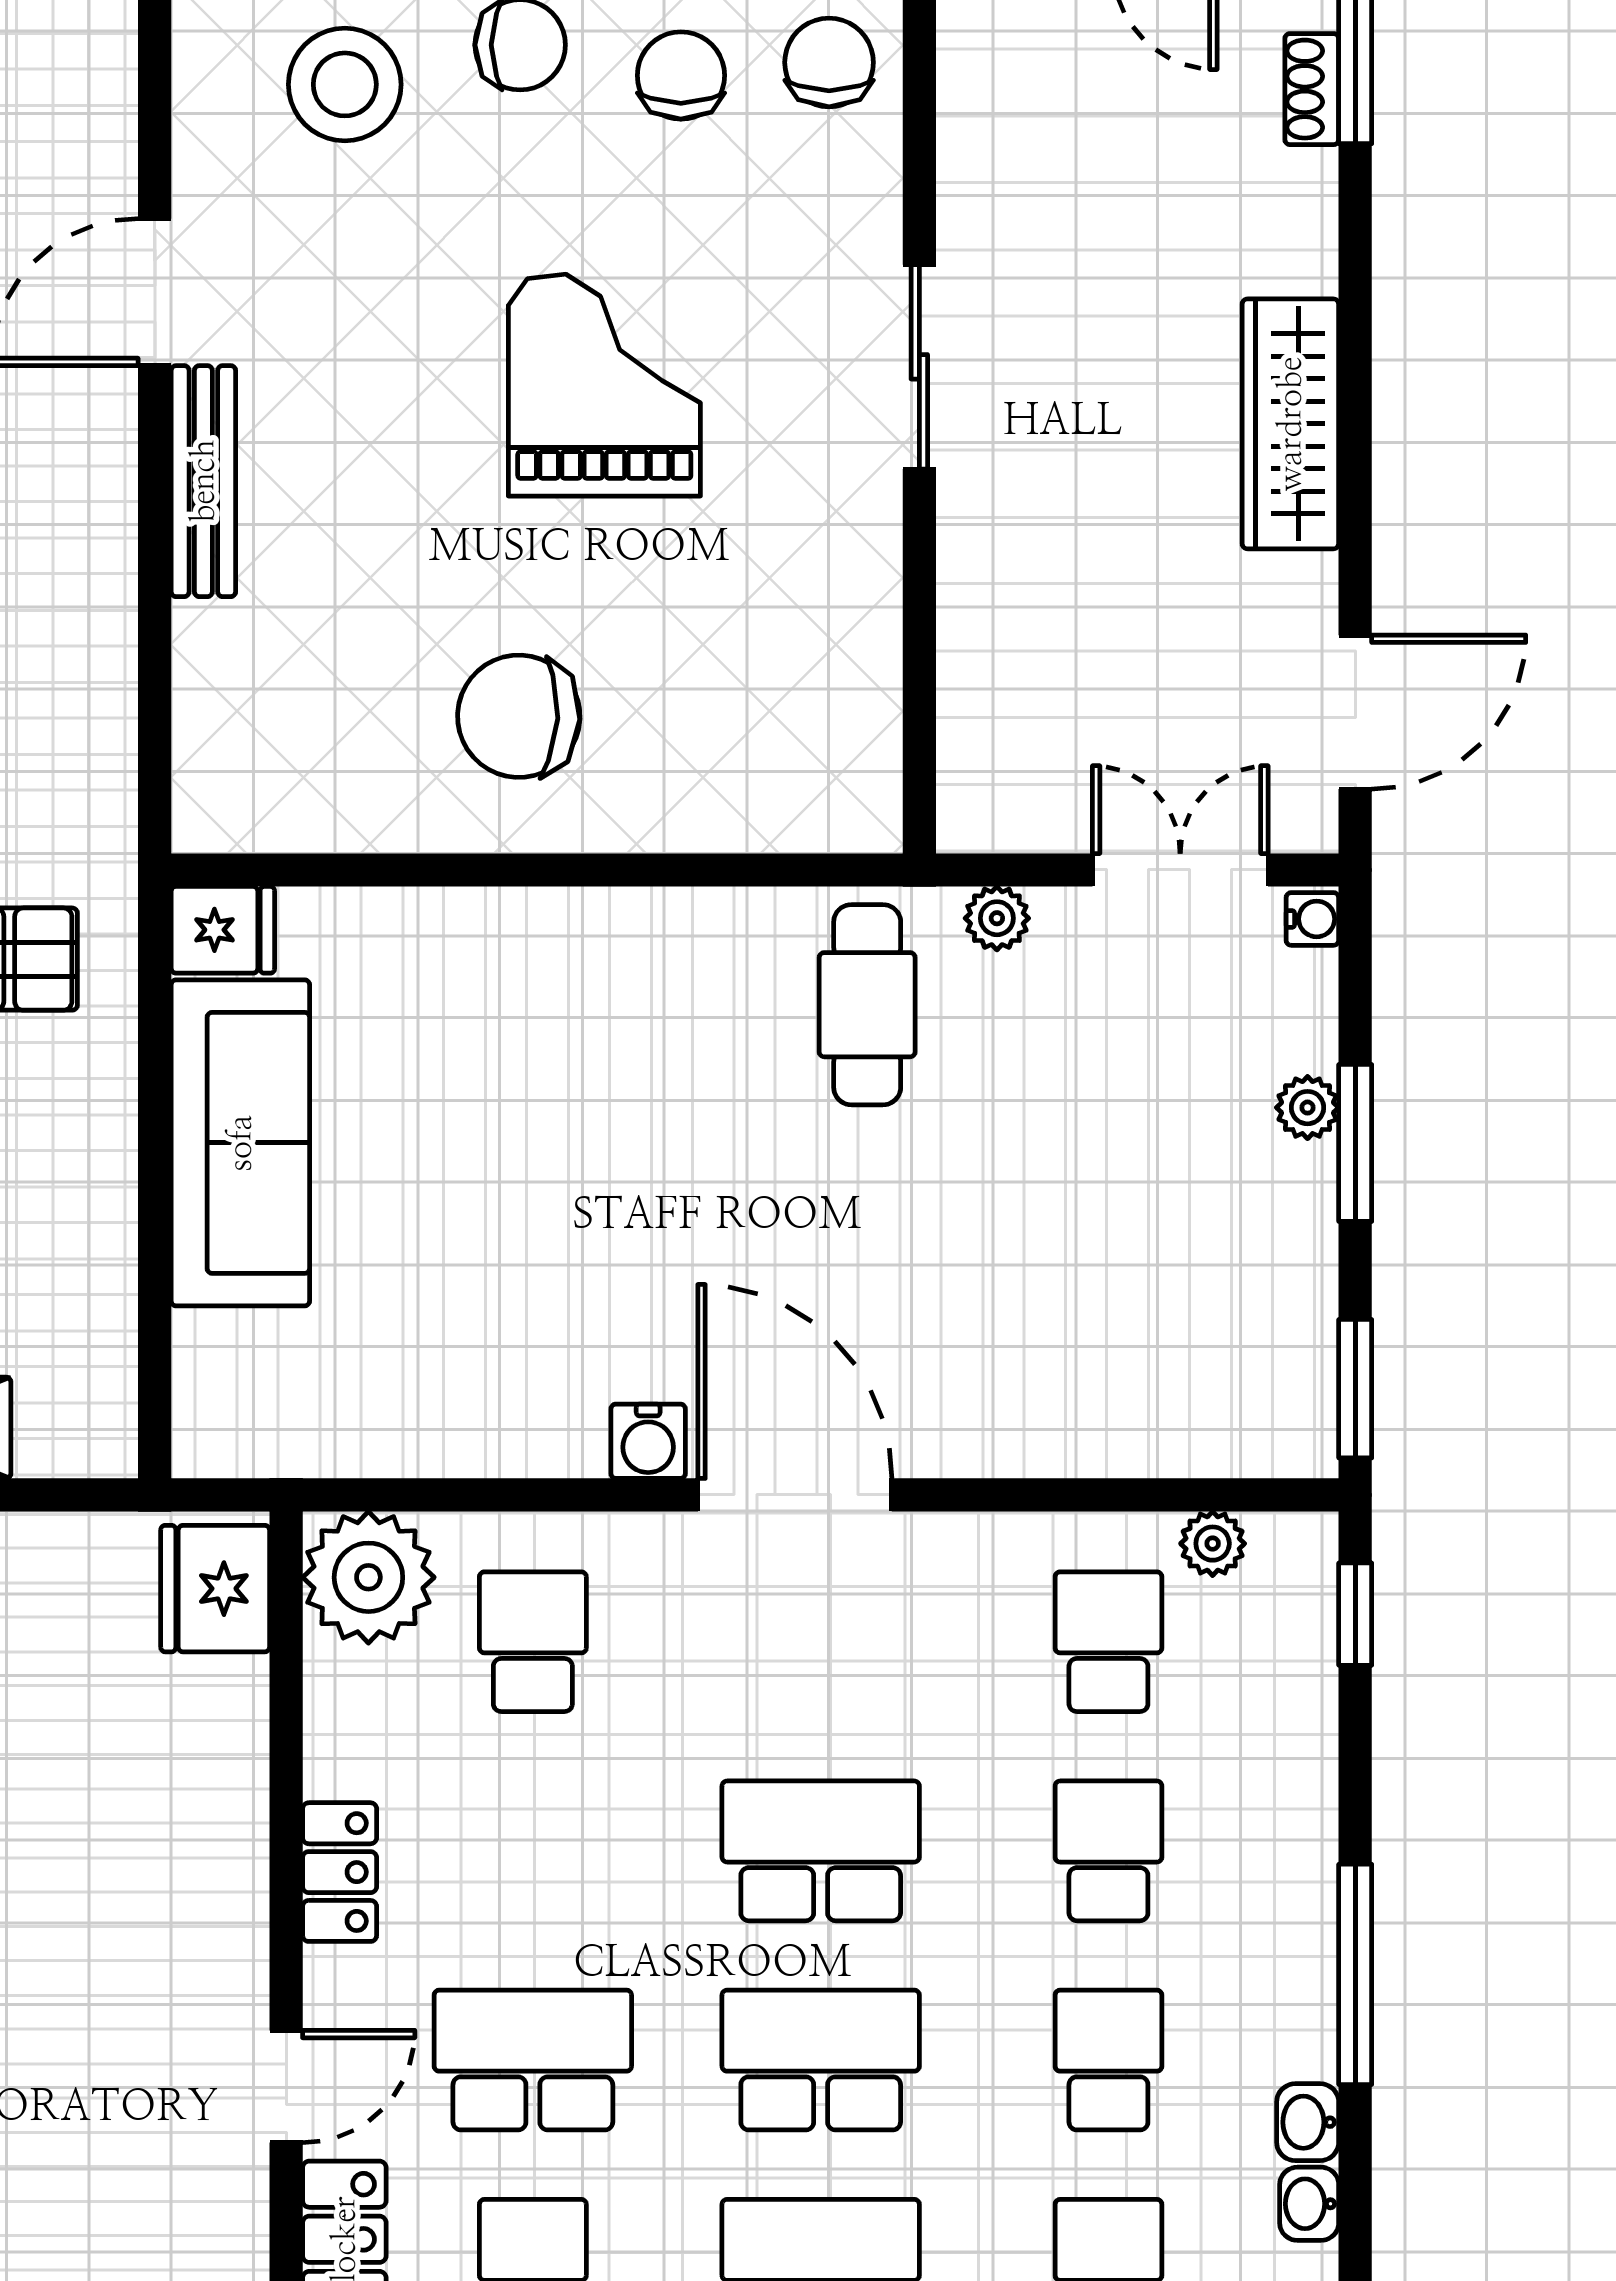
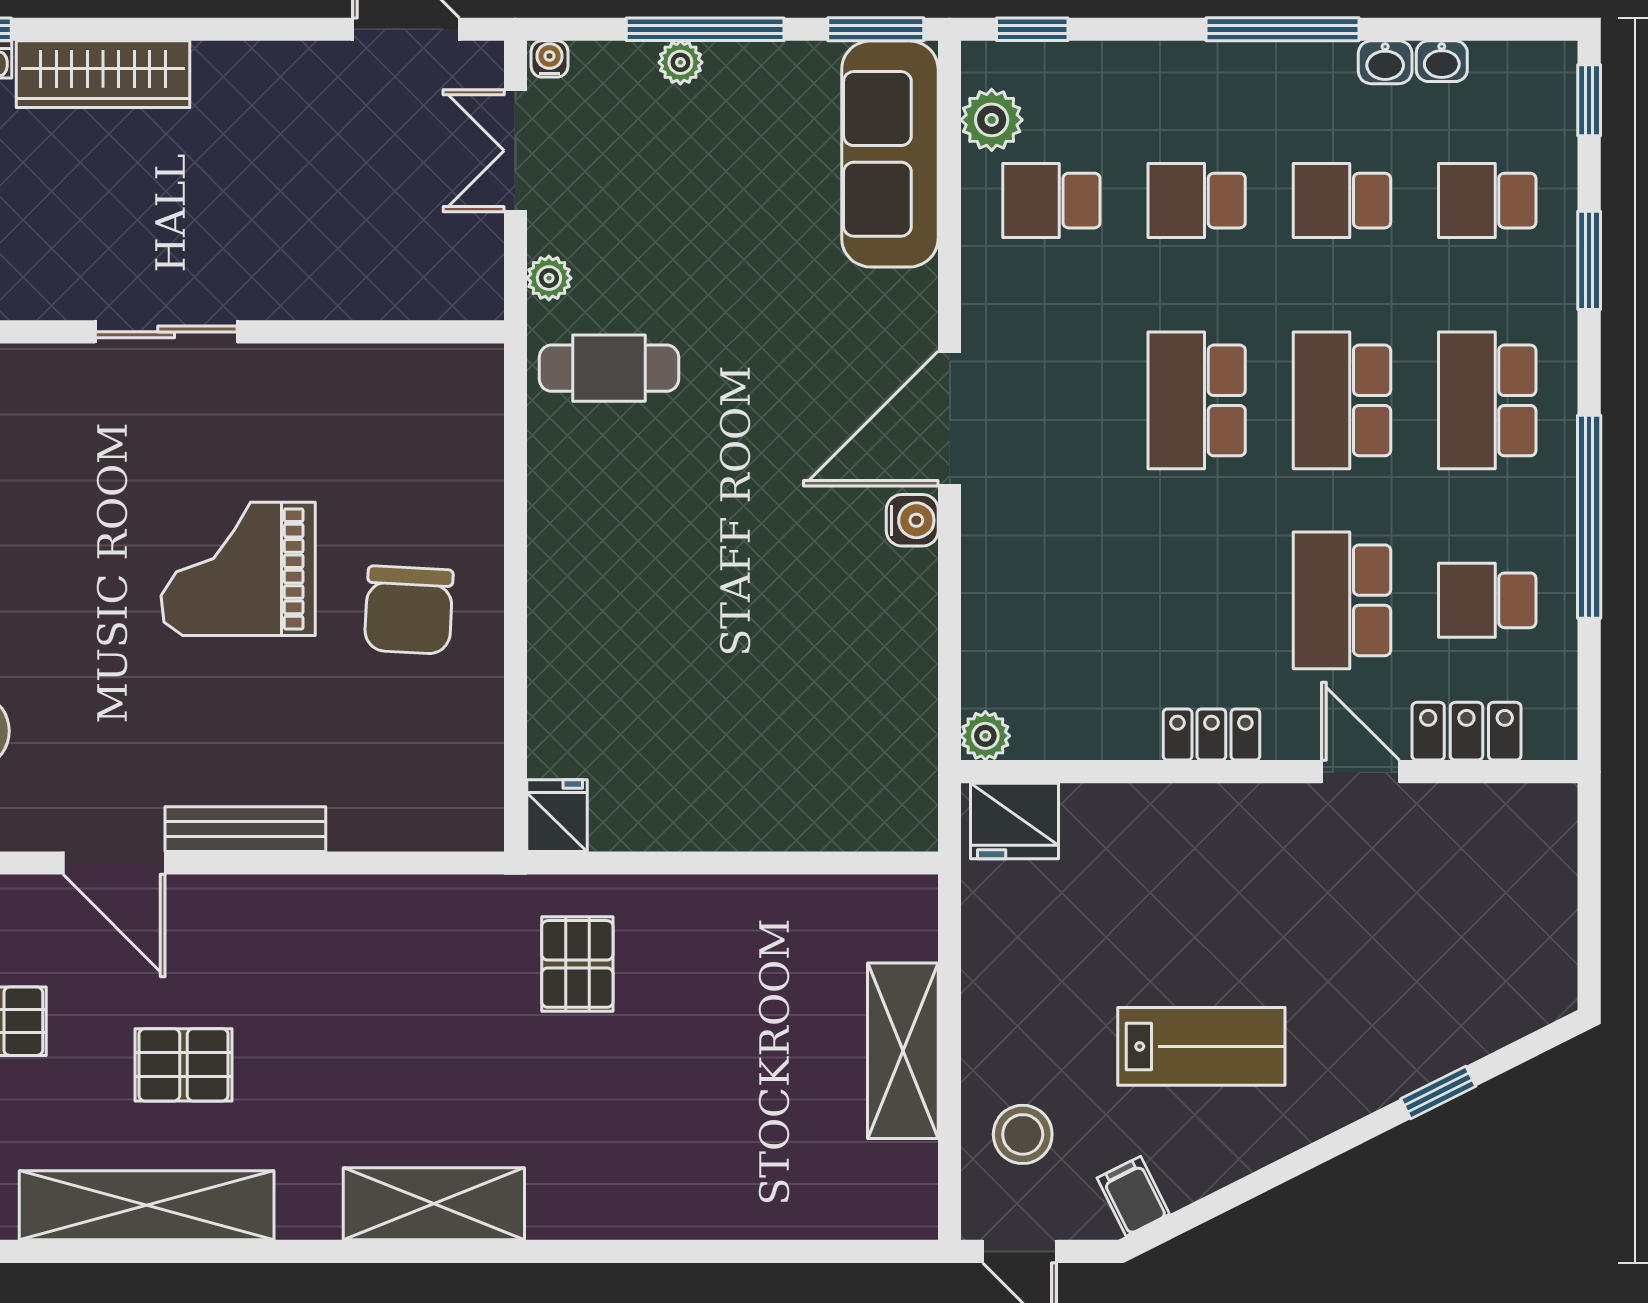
grand piano: (604, 385) -> (238, 569), moved
wardrobe: (1290, 424) -> (103, 74), moved
sofa: (240, 1143) -> (890, 154), moved, turned -90
window: (1355, 1143) -> (705, 29), width x1.44
plant: (1213, 1544) -> (992, 120), width x1.38, depth x1.38
plant: (368, 1577) -> (985, 736), width x0.53, depth x0.53
school desk: (533, 1642) -> (1051, 600), removed

